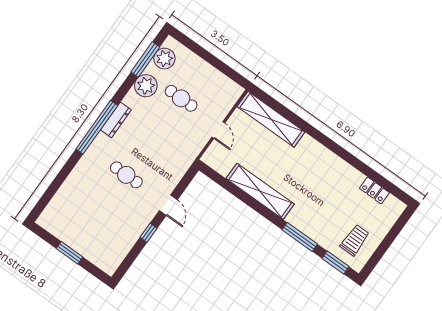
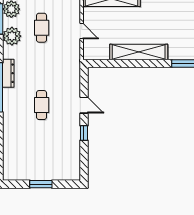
cafe table: (181, 98) -> (42, 28), turned 90
cafe table: (126, 175) -> (42, 105), turned 90

